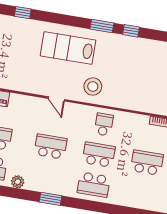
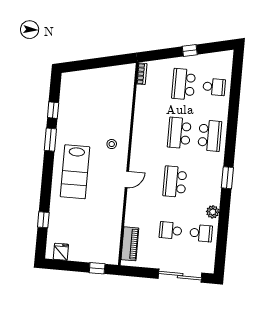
stool: (93, 86) -> (112, 144), width x0.53, depth x0.53
school desk: (104, 124) -> (214, 87), moved, turned 180

